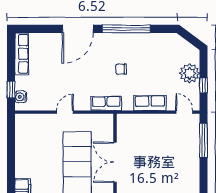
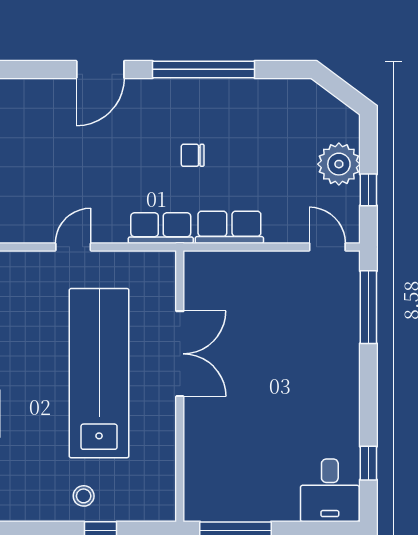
door: (78, 29) -> (100, 69), width x0.73
row of seats: (150, 103) -> (229, 227), moved
double door: (115, 162) -> (180, 354), swing flipped

